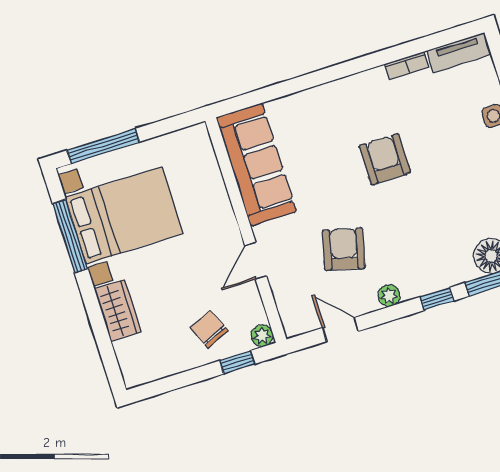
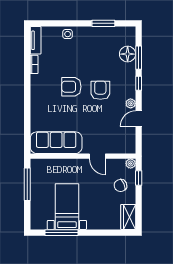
window: (103, 146) -> (27, 184), moved
bed with nightstands: (124, 215) -> (67, 207), width x0.73
armchair: (344, 249) -> (100, 90), moved, turned 76
wardrobe: (118, 310) -> (128, 217), moved, turned -90
door: (340, 329) -> (139, 119), moved

